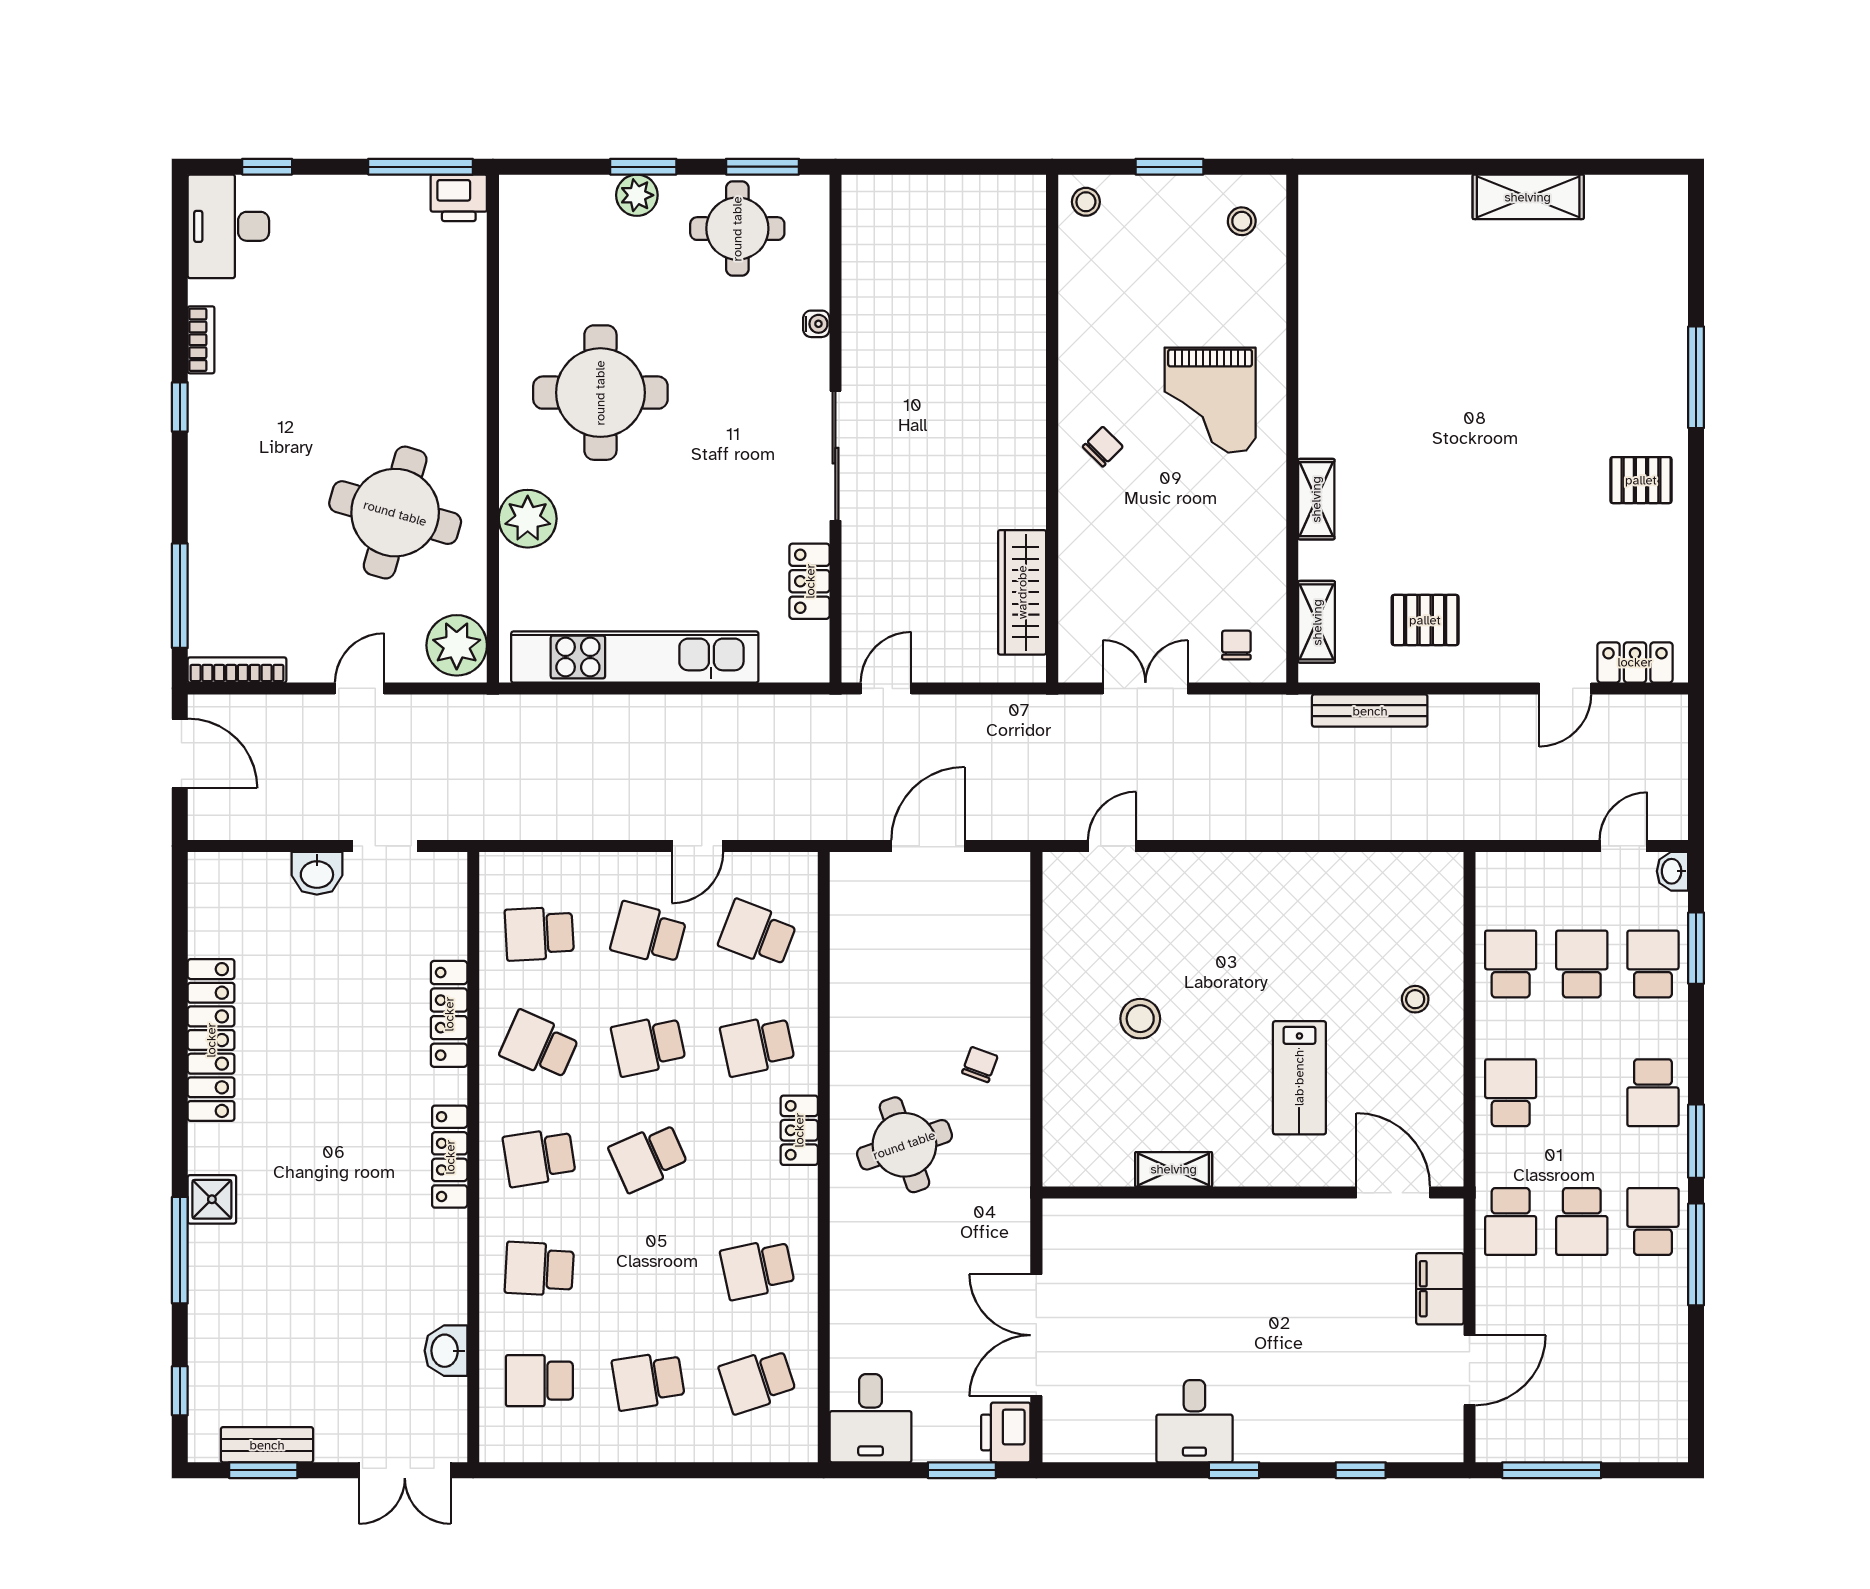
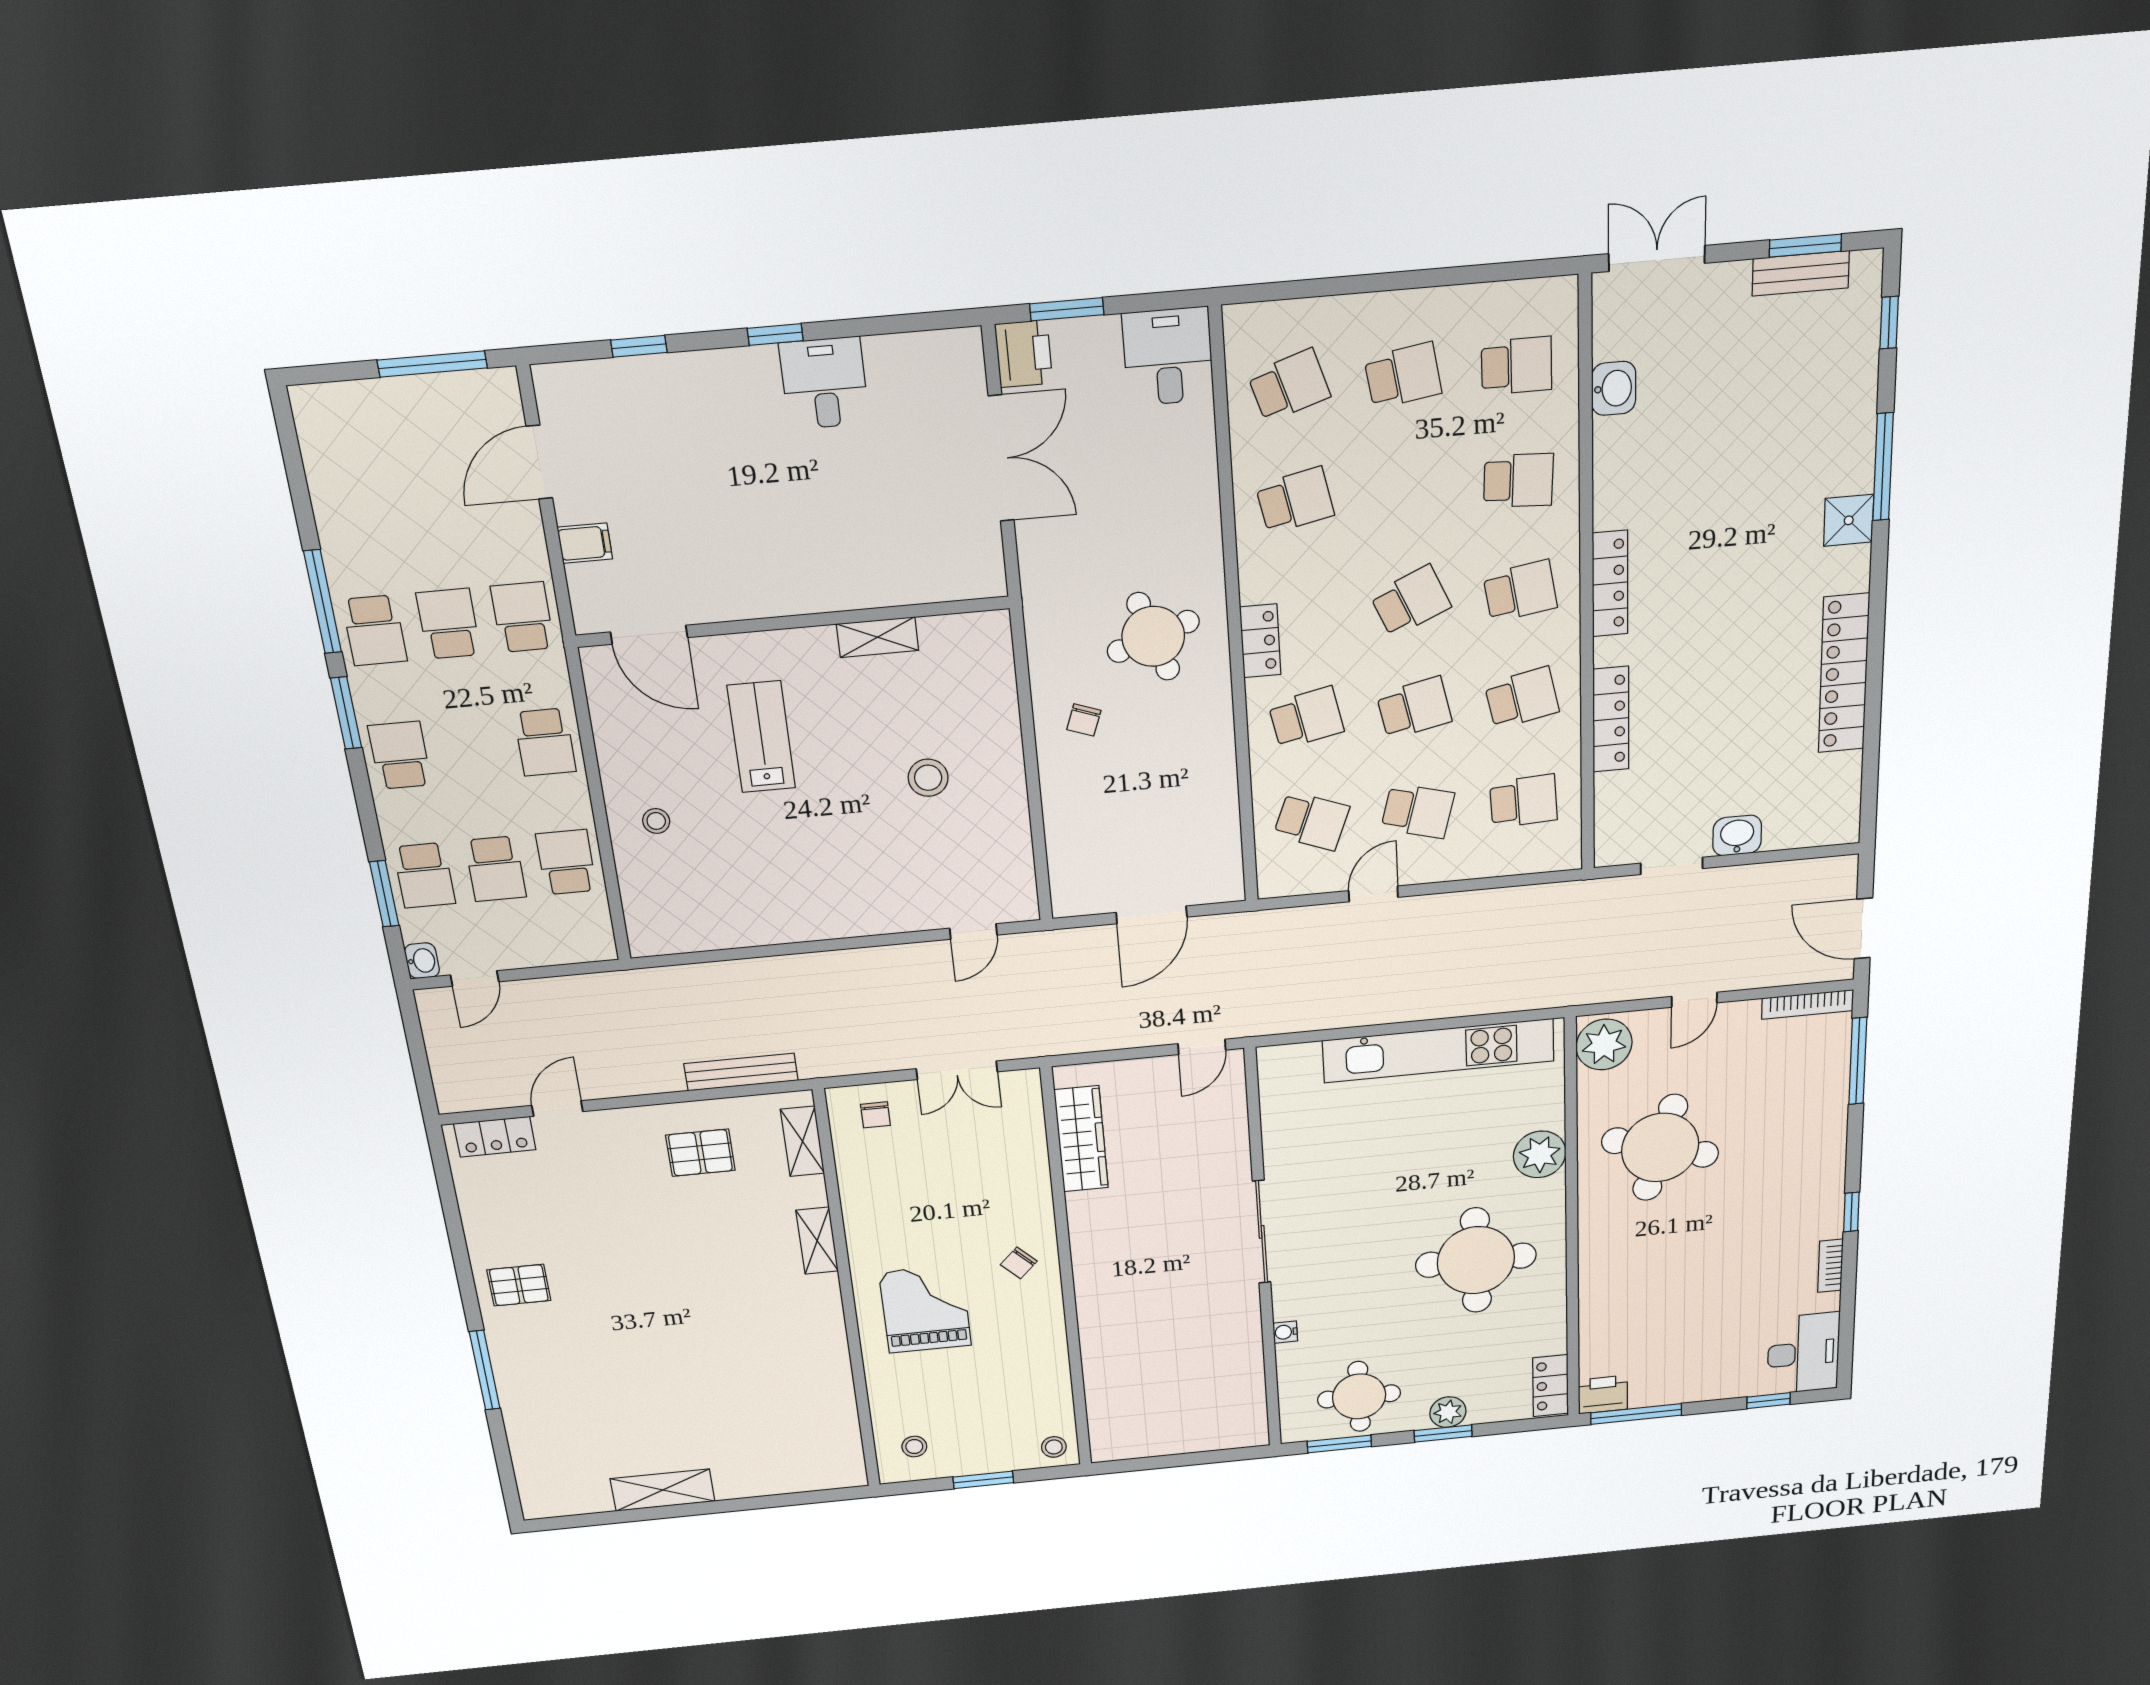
locker: (810, 581) -> (1551, 1386), moved, turned 180
school desk: (1511, 964) -> (566, 862), turned 180
school desk: (539, 1045) -> (1522, 698), turned -36
filing cabinet: (1440, 1289) -> (585, 543), width x0.50

